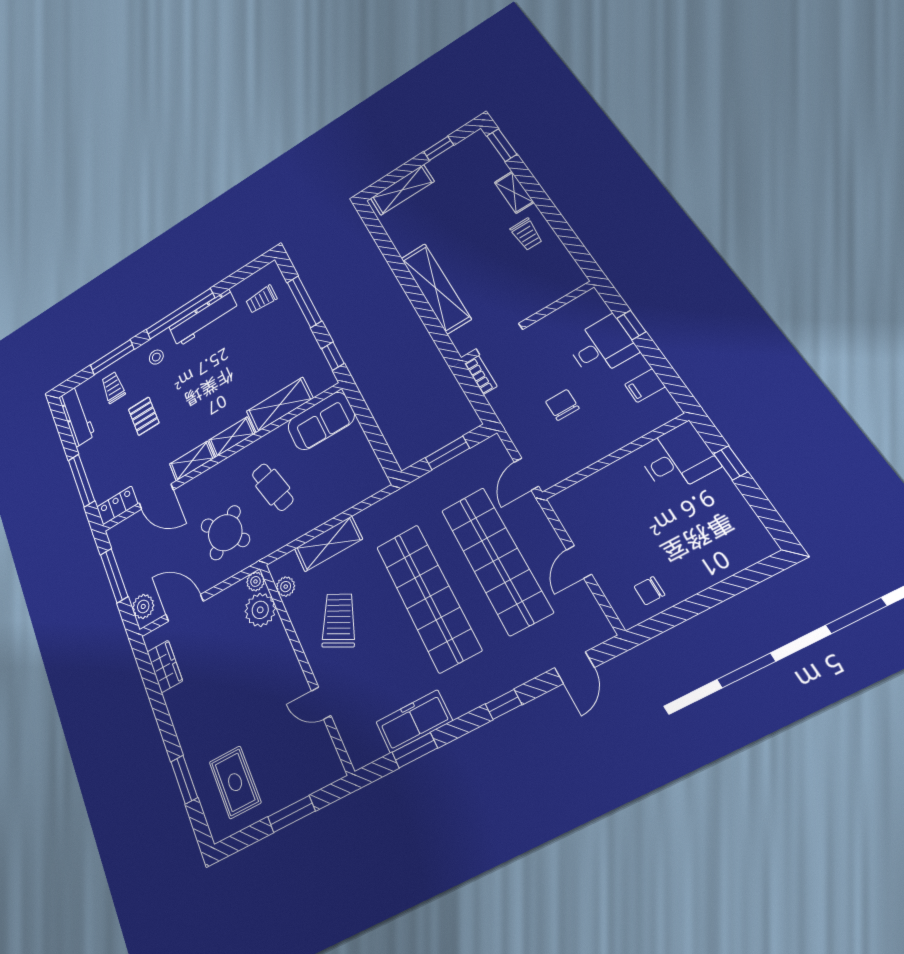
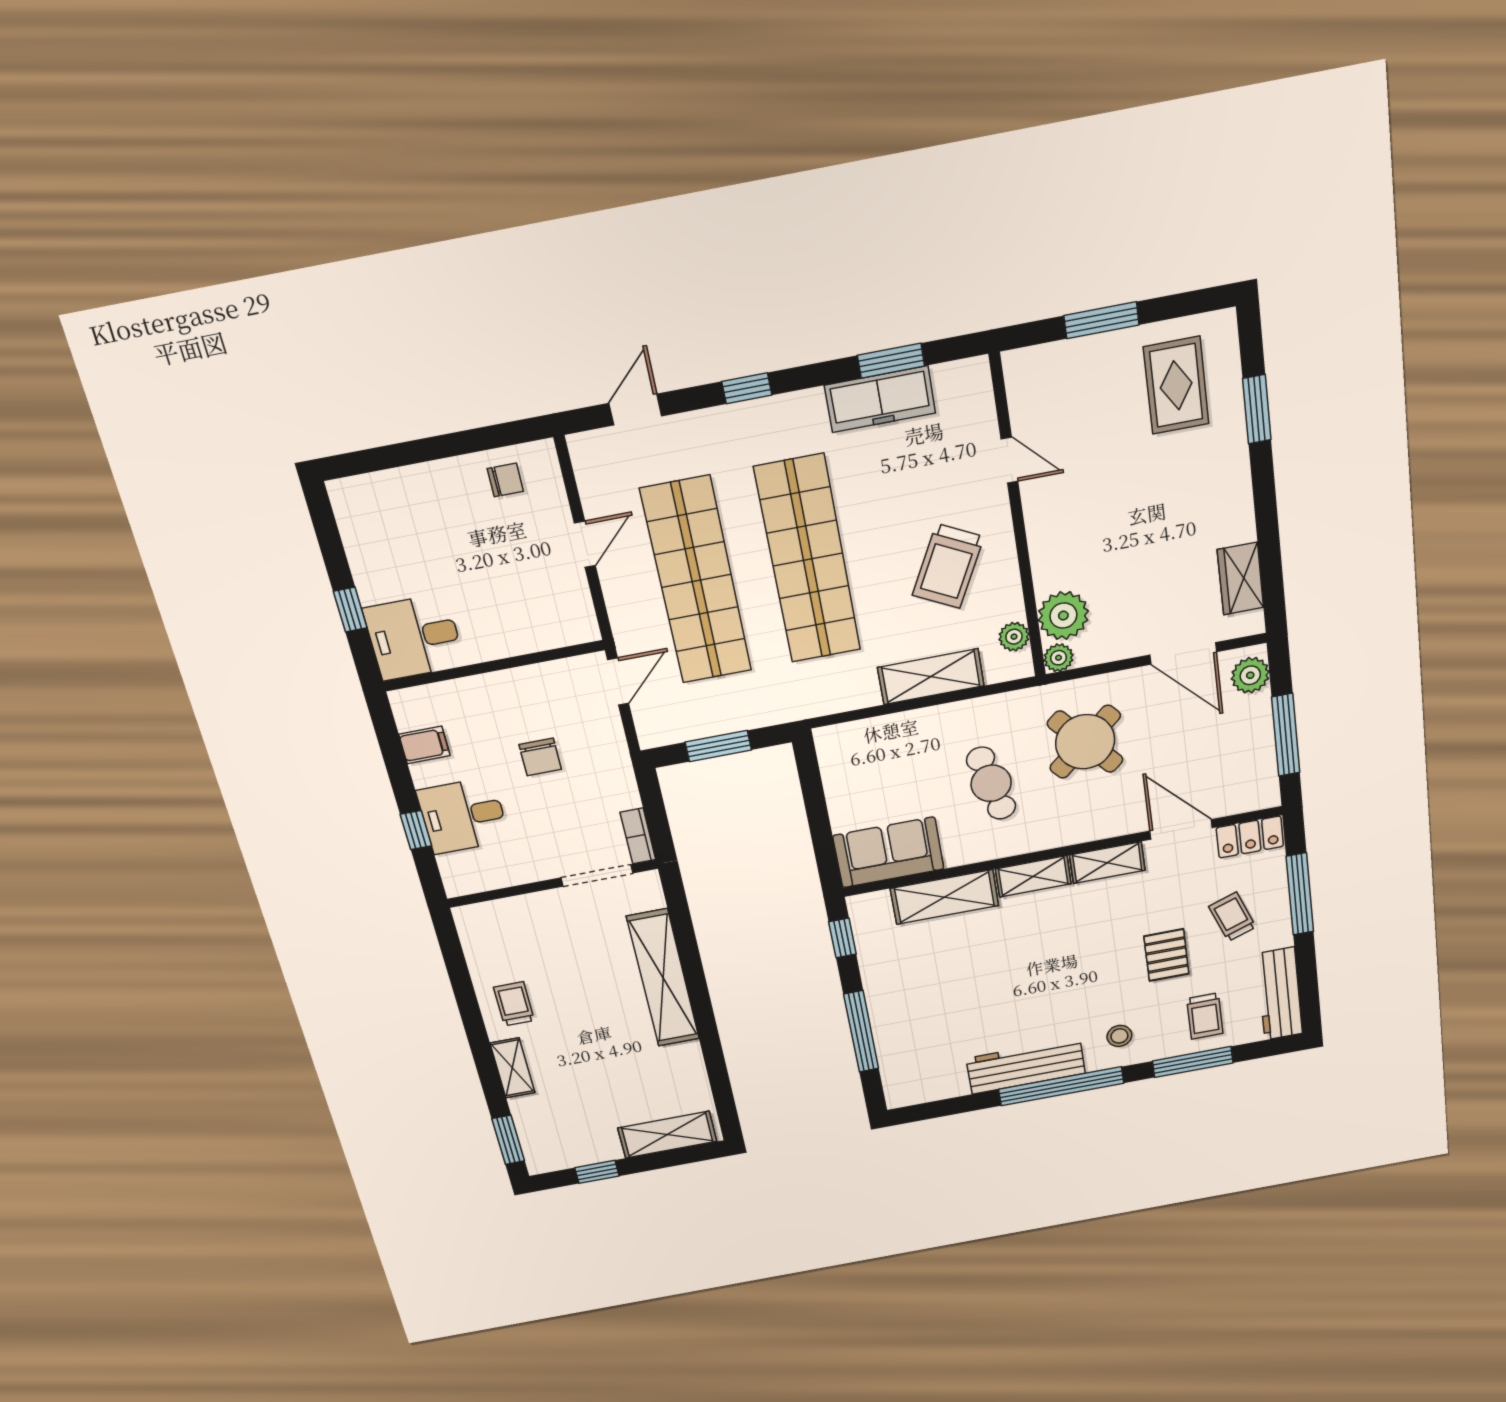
trolley: (261, 299) -> (1232, 917), moved, turned -110

